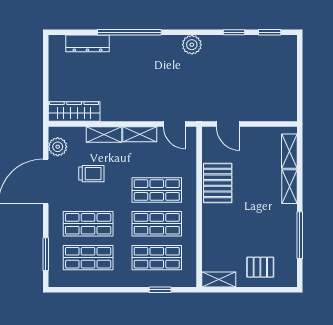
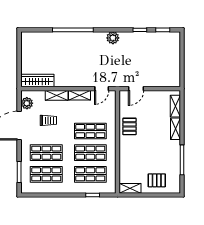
dresser: (88, 43) -> (46, 37), removed
door: (174, 124) -> (102, 89), hinge flipped
door: (228, 124) -> (136, 89), hinge flipped
pallet: (218, 183) -> (129, 126), width x0.67, depth x0.71

